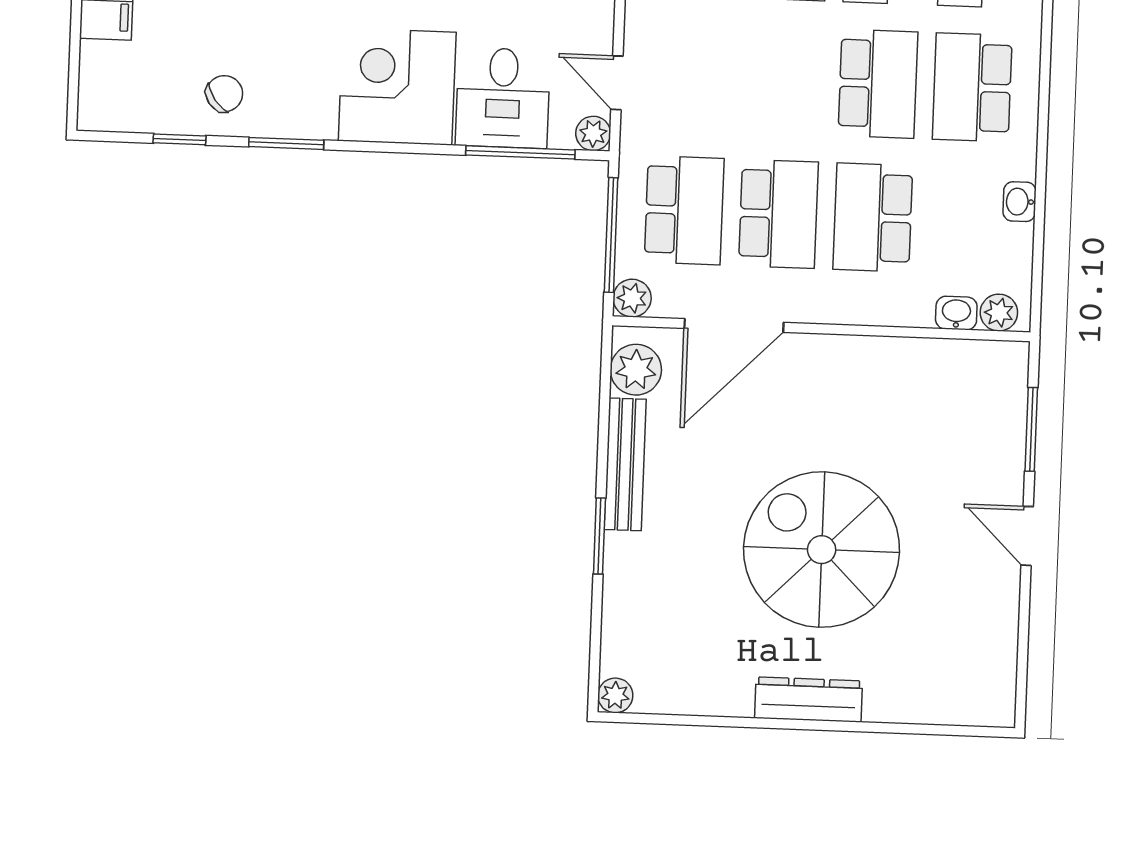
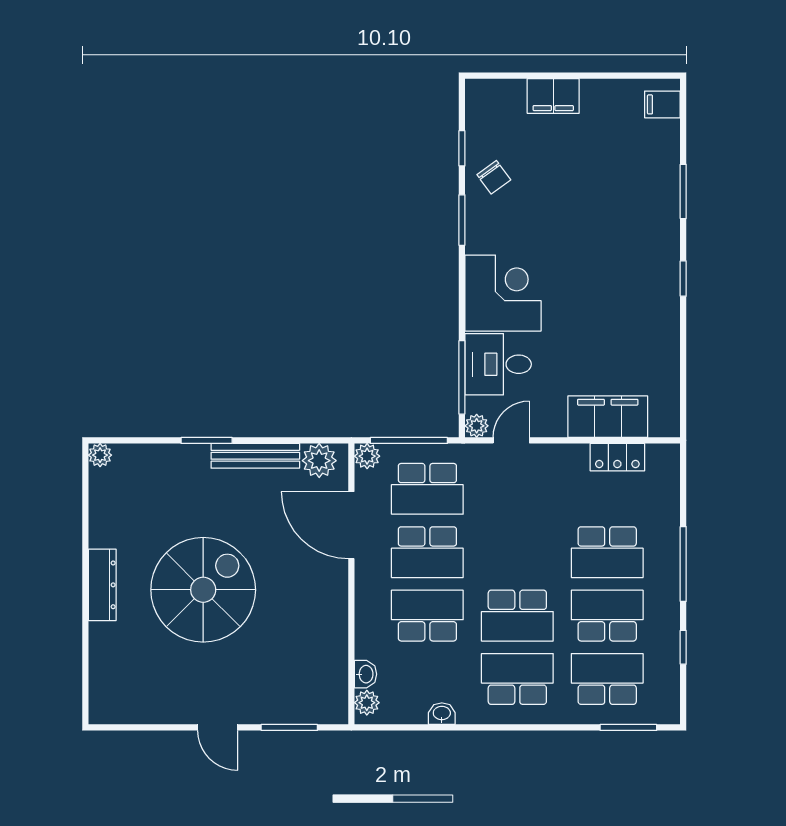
door: (1027, 536) -> (218, 727), swing flipped

